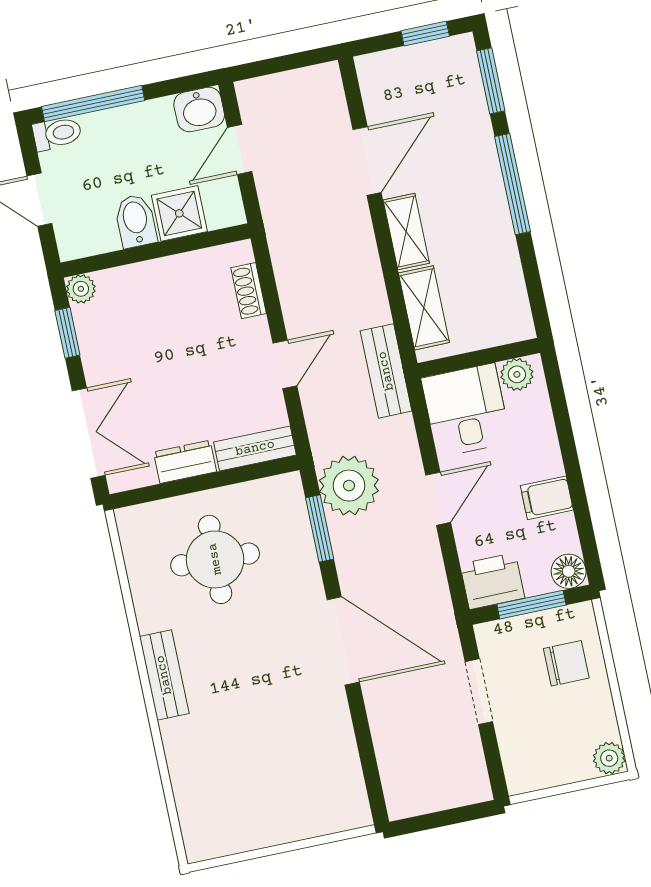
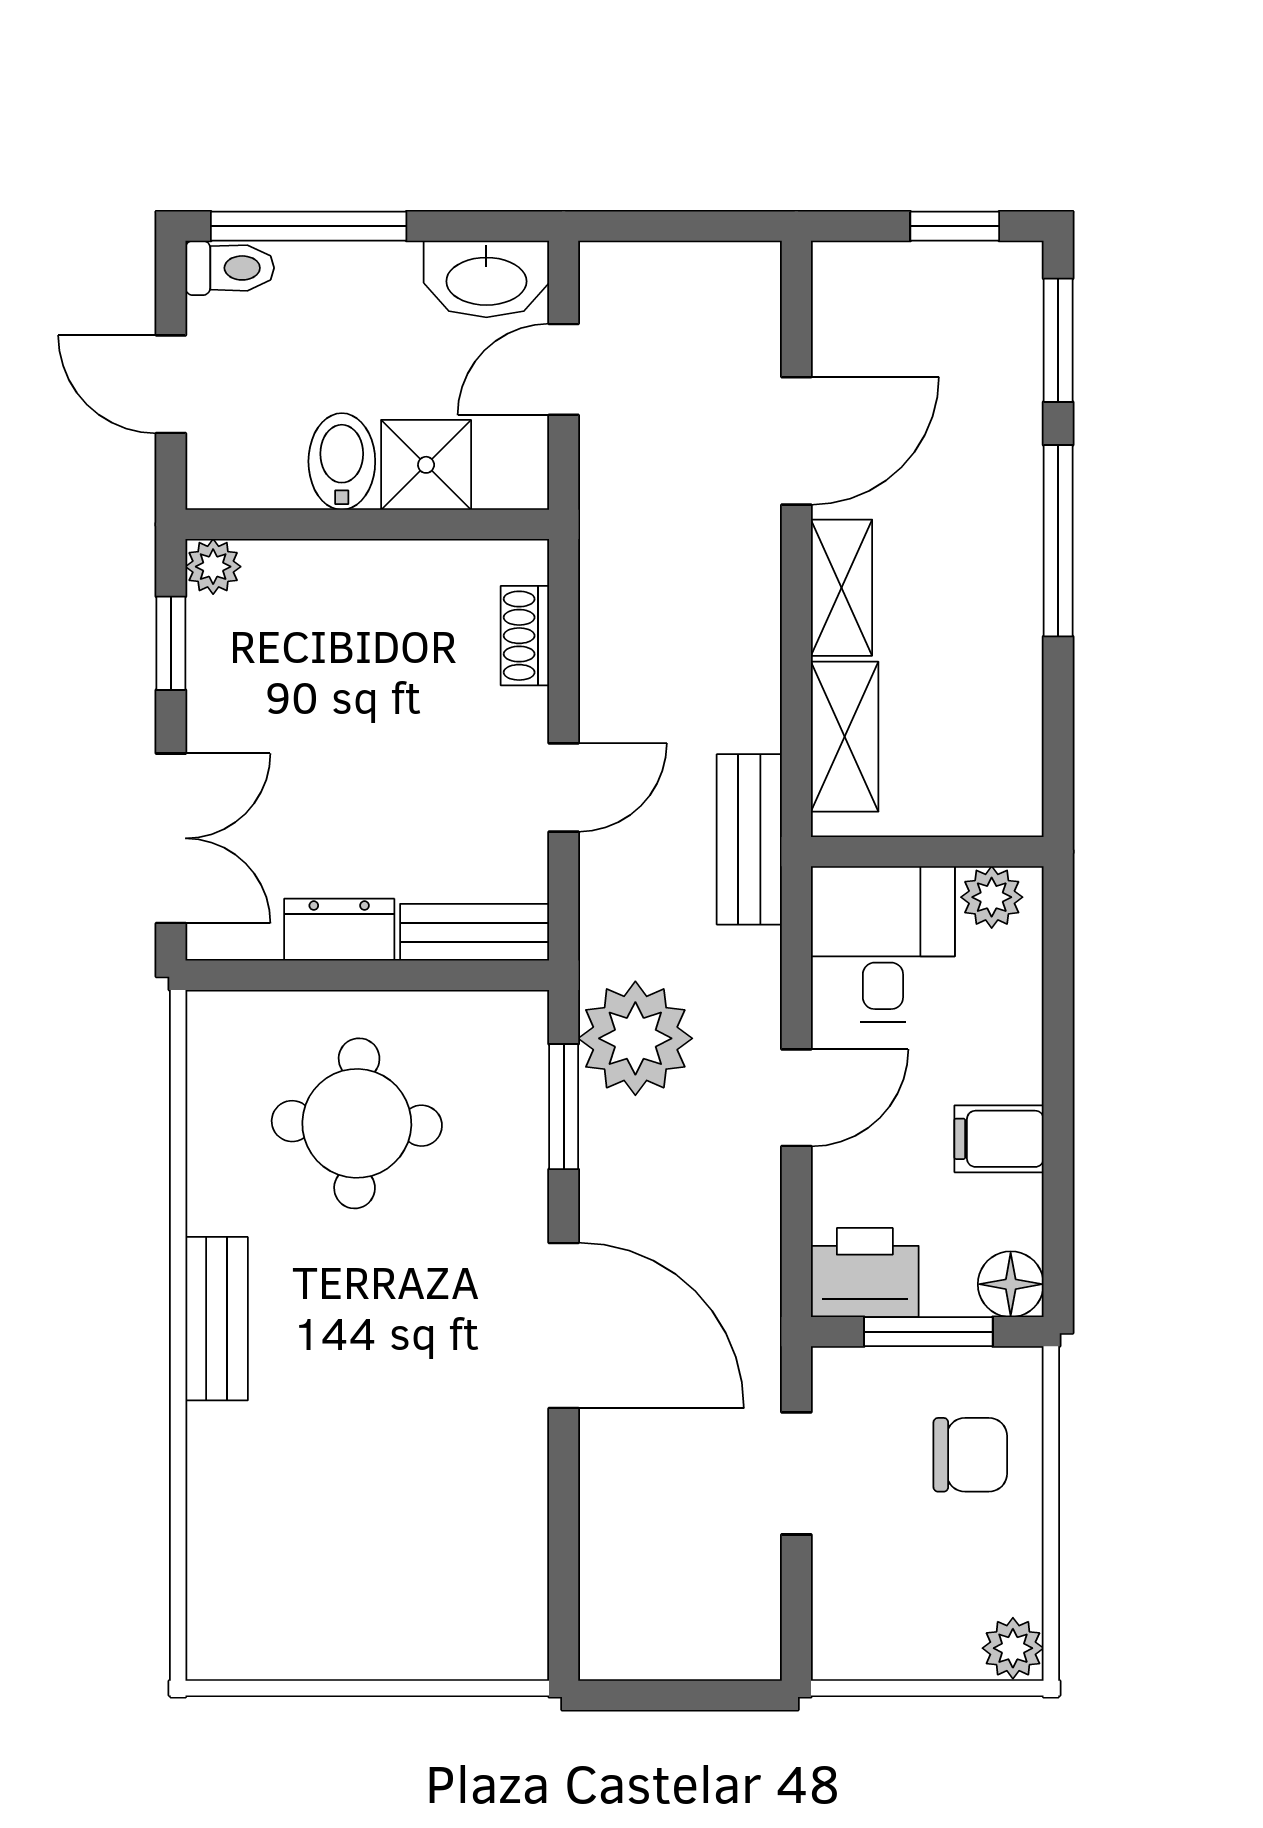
washbasin: (199, 110) -> (486, 279), width x1.38

